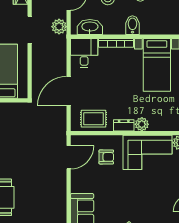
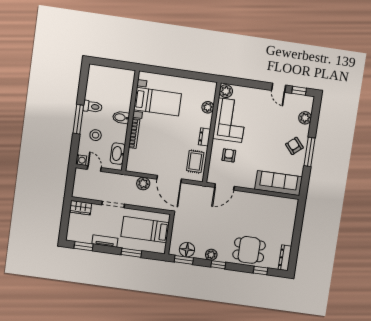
plant: (59, 27) -> (143, 184), moved
desk: (84, 53) -> (139, 162), removed
plant: (142, 124) -> (208, 107), moved
door: (69, 157) -> (224, 187), swing flipped

